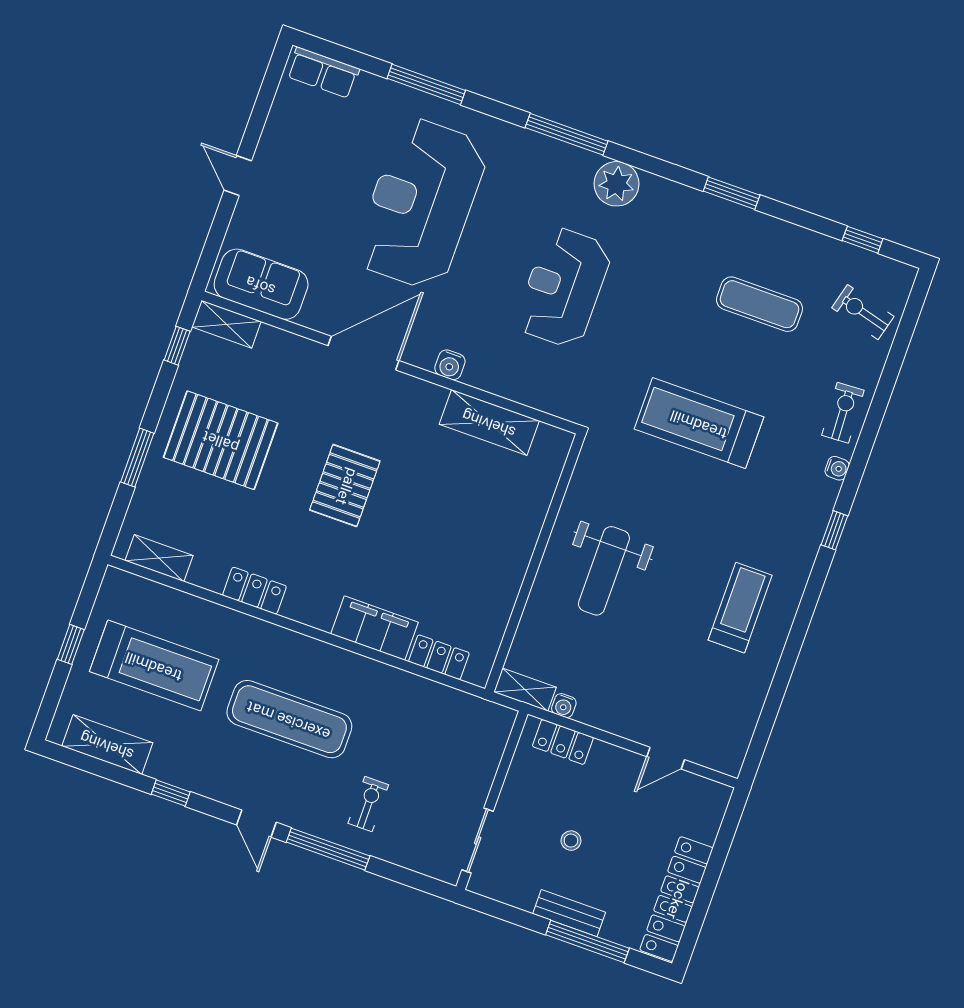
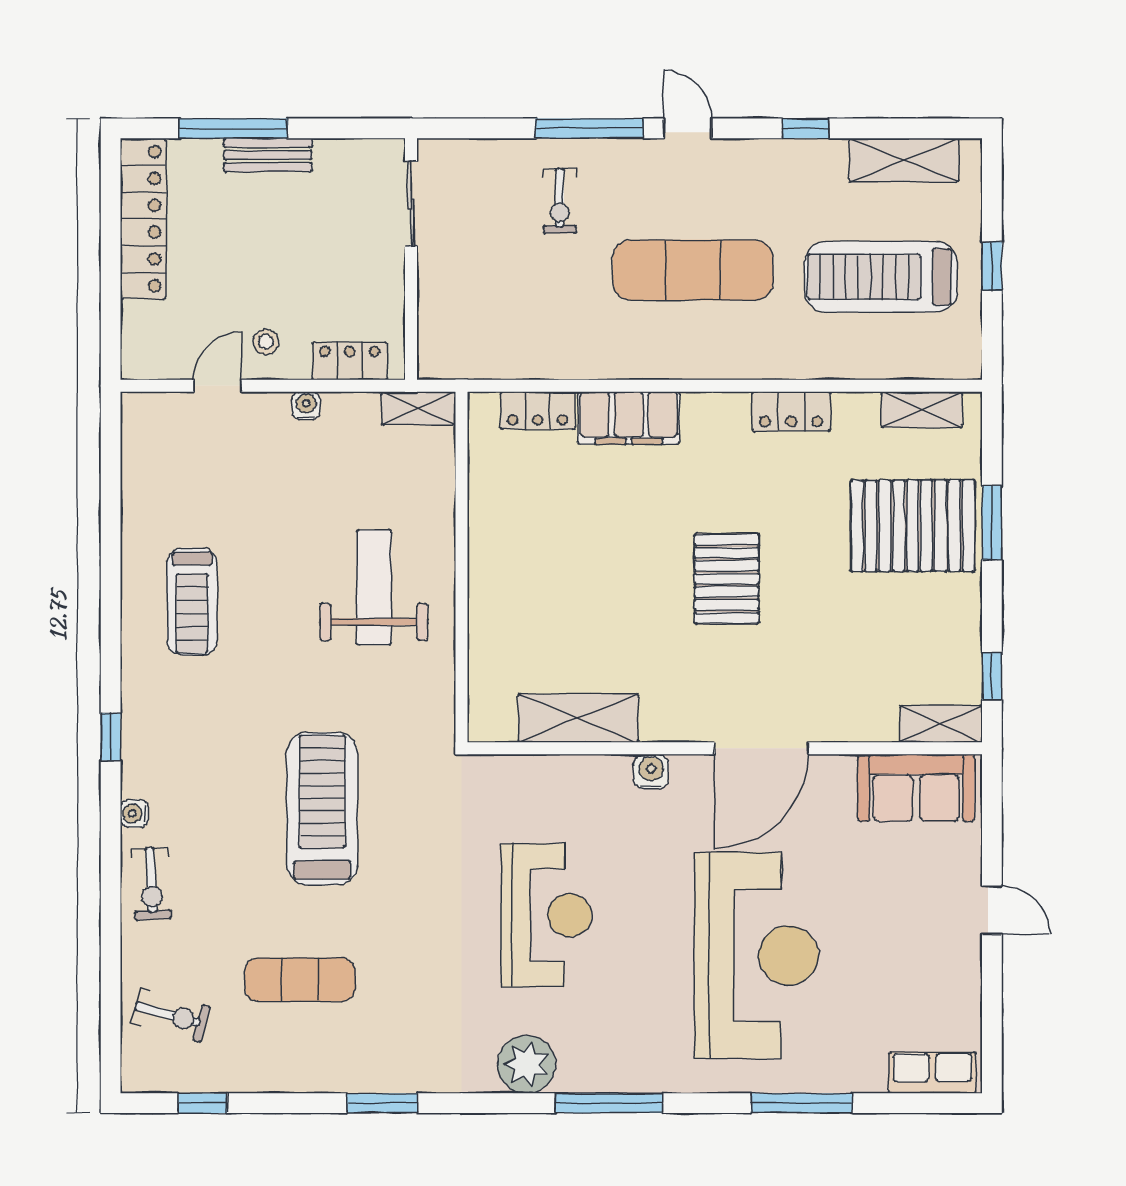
treadmill: (699, 423) -> (322, 809), turned -90
pallet: (221, 440) -> (913, 526), moved
water cooler: (564, 706) -> (306, 406), moved
stool: (571, 841) -> (266, 342), moved

